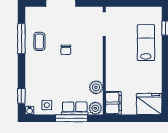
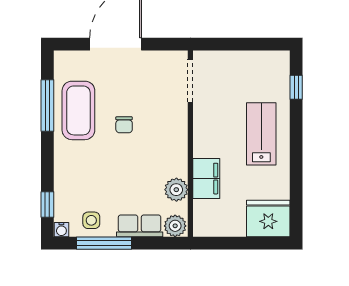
coffee table: (39, 41) -> (78, 110), width x1.86, depth x1.72
lab bench: (146, 43) -> (261, 134), moved
filing cabinet: (113, 103) -> (206, 179), moved
window: (72, 118) -> (104, 243), moved

